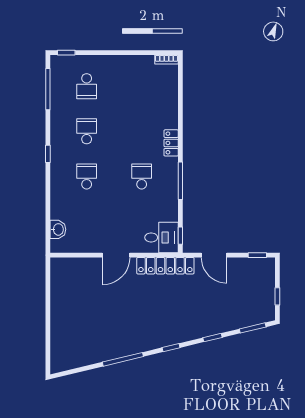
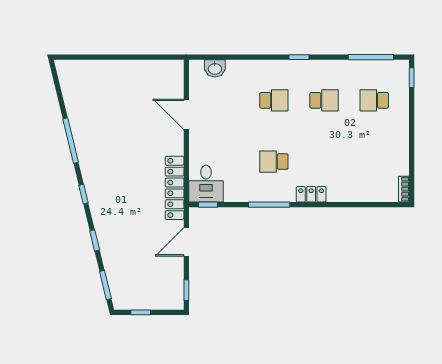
school desk: (142, 176) -> (274, 162), turned 180
door: (116, 255) -> (186, 114), moved

